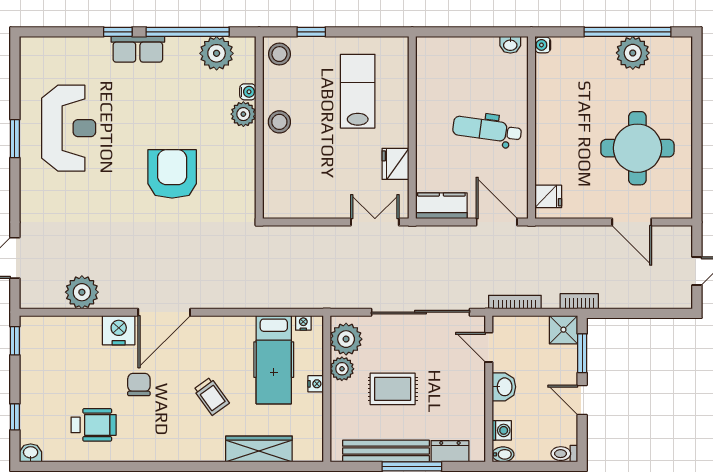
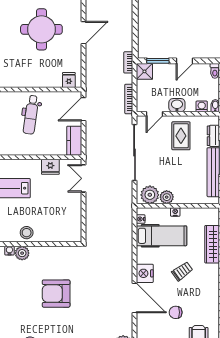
nightstand: (119, 330) -> (145, 273), moved
rug: (393, 389) -> (181, 136), moved

